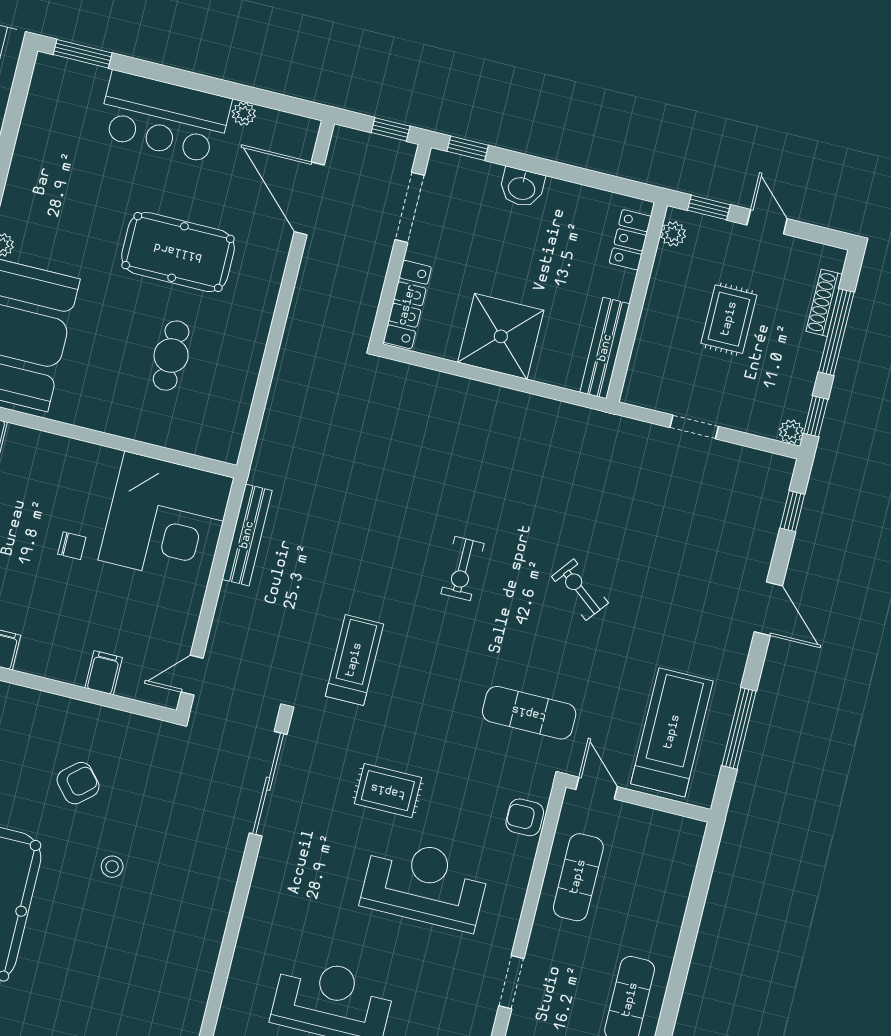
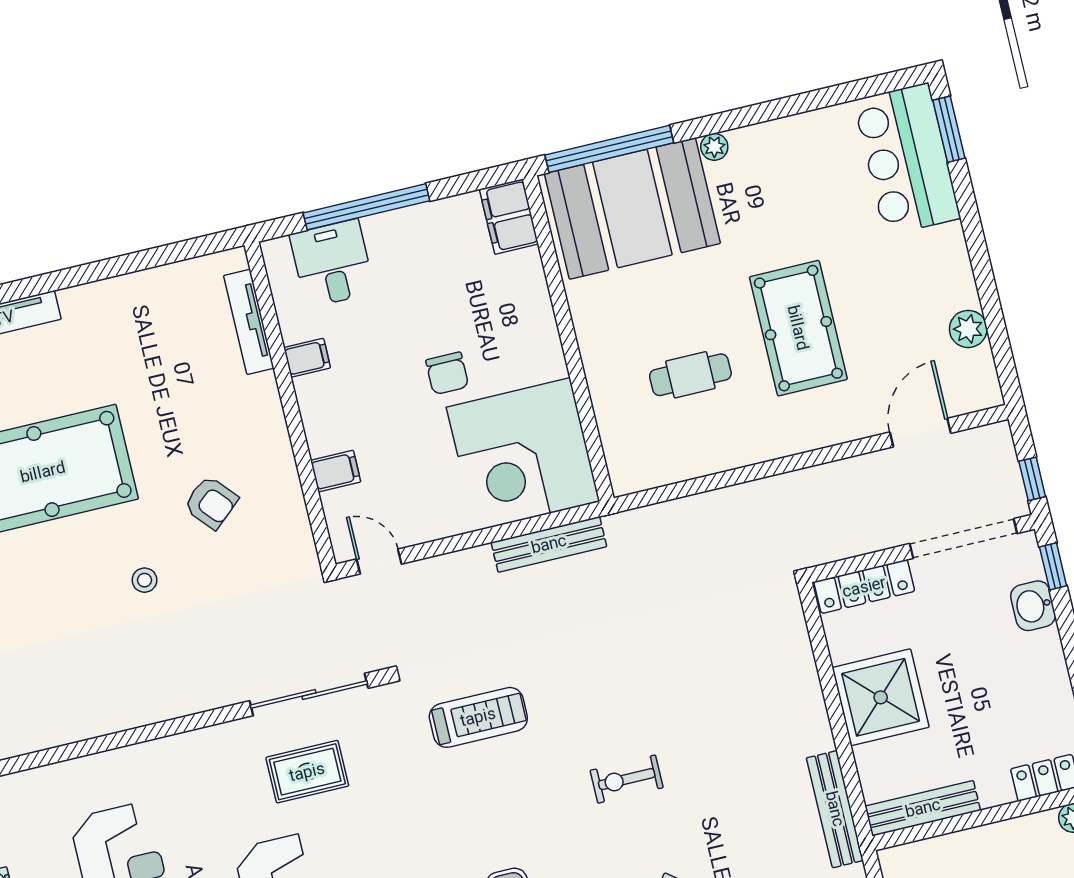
plant: (244, 114) -> (968, 329), width x1.38, depth x1.38
bar counter: (164, 117) -> (907, 159), moved
washbasin: (522, 188) -> (1033, 606), moved
door: (309, 198) -> (920, 433), width x0.73
doorway: (410, 207) -> (963, 539), width x1.36
bench: (570, 417) -> (835, 809), added
chair: (72, 546) -> (447, 373), width x1.37, depth x1.37
rug: (388, 791) -> (307, 772), moved, turned 90

